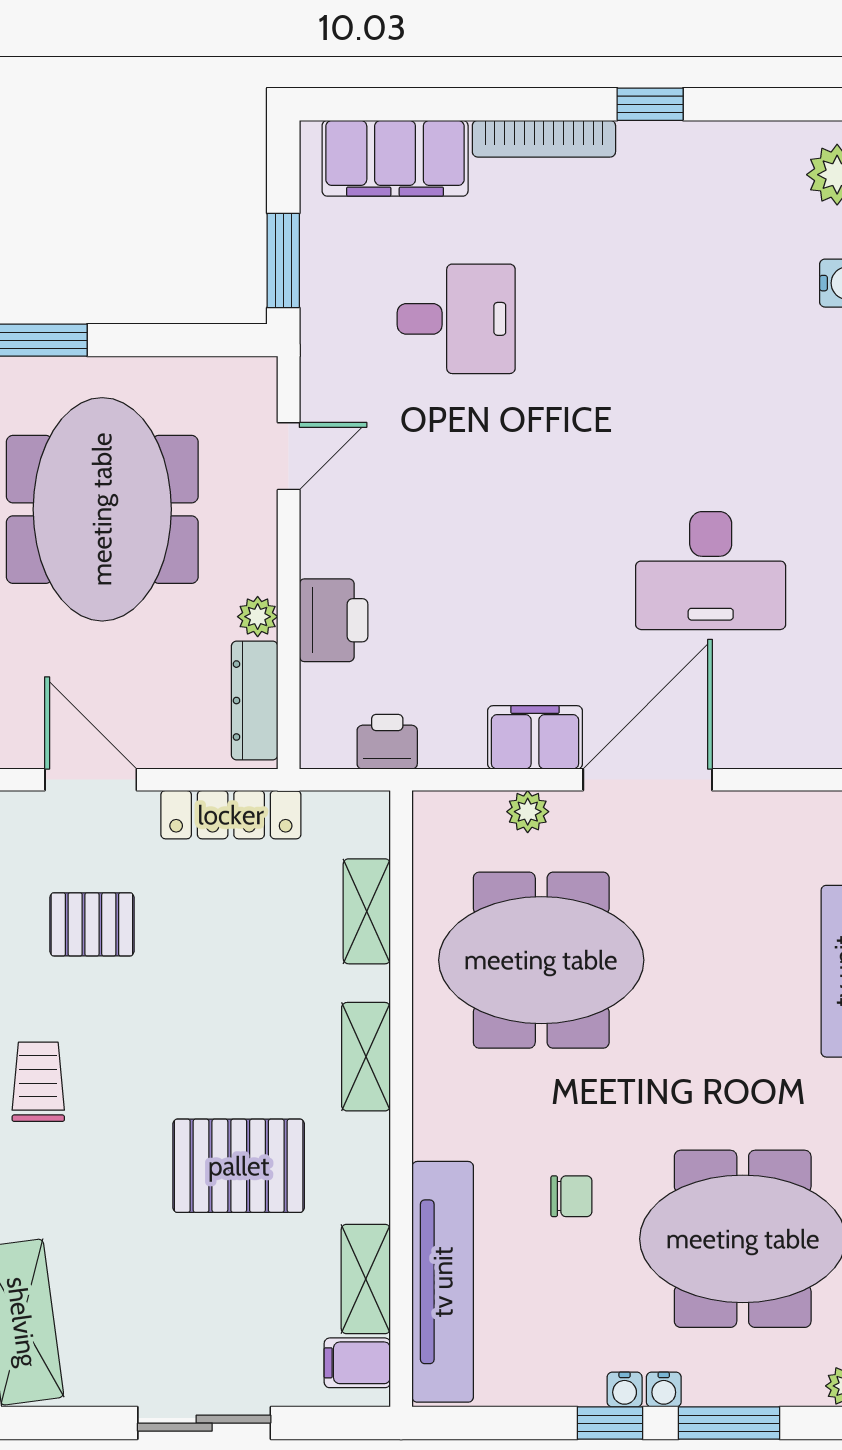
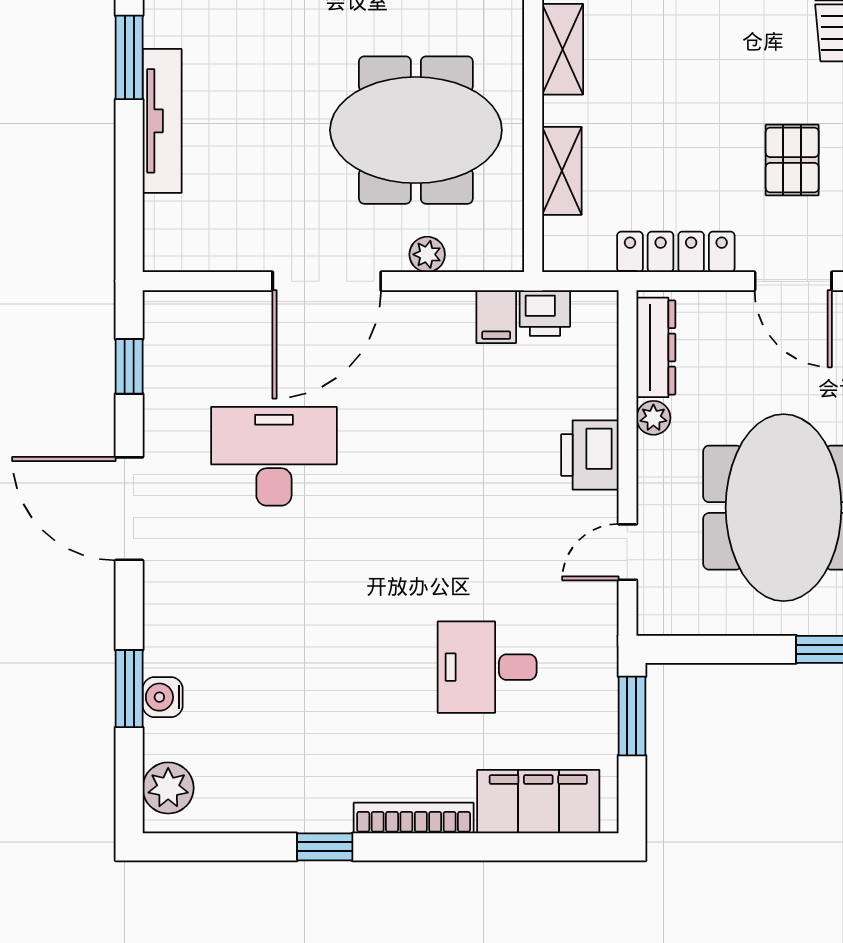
printer: (334, 620) -> (590, 455), moved
filing cabinet: (535, 737) -> (496, 317), moved, width x0.50
pallet: (92, 924) -> (792, 160), turned 90

